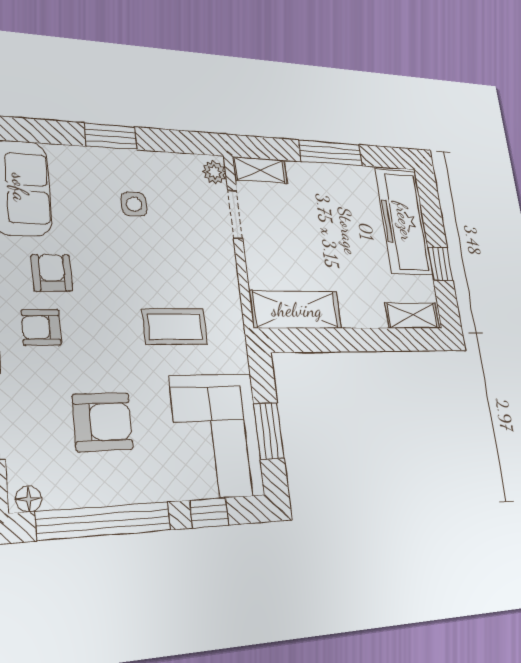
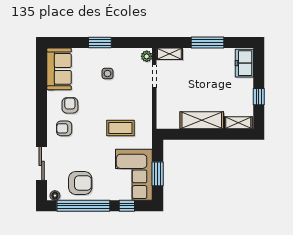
freezer: (404, 222) -> (244, 63), width x0.52, depth x0.79
shelving: (296, 310) -> (202, 120), moved
armchair: (103, 422) -> (80, 183), moved

